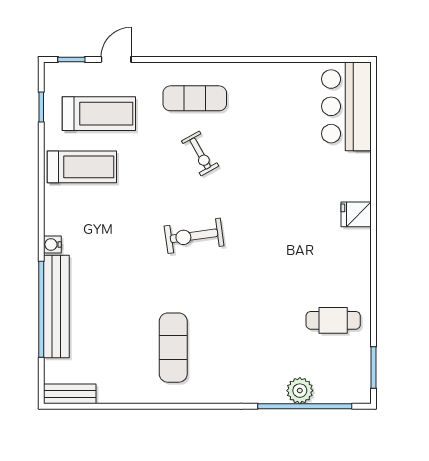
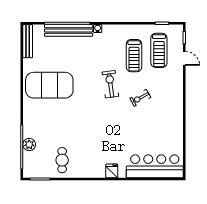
exercise mat: (195, 98) -> (166, 95), removed
bar counter: (346, 106) -> (155, 166), width x1.36
treadmill: (82, 167) -> (134, 56), moved
exercise bike: (194, 236) -> (110, 84), moved
exercise mat: (173, 348) -> (49, 85), width x2.00, depth x1.45
bench: (70, 394) -> (28, 41), width x1.36

